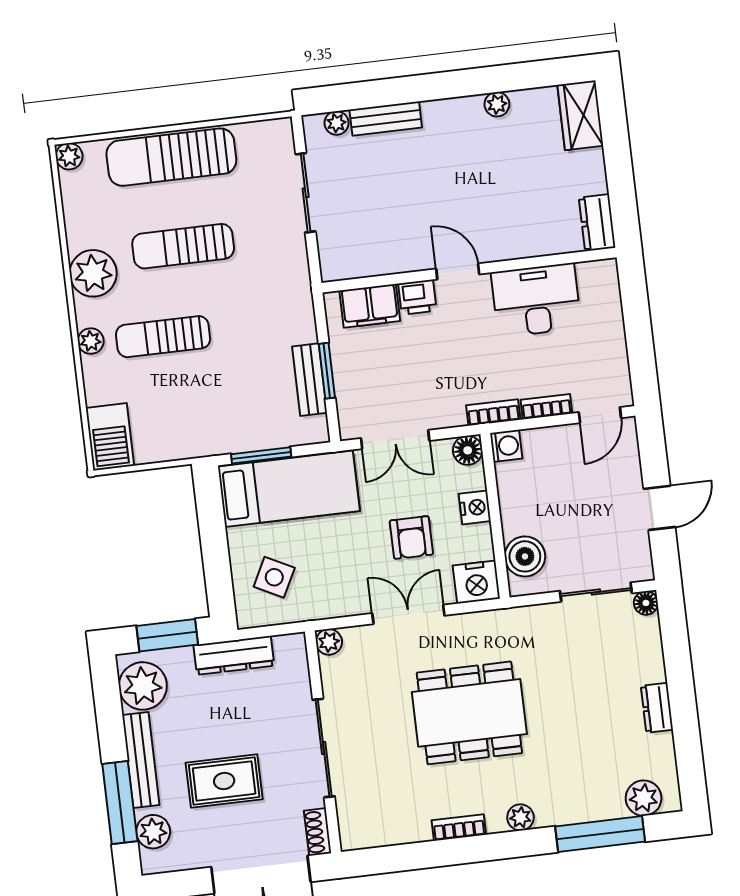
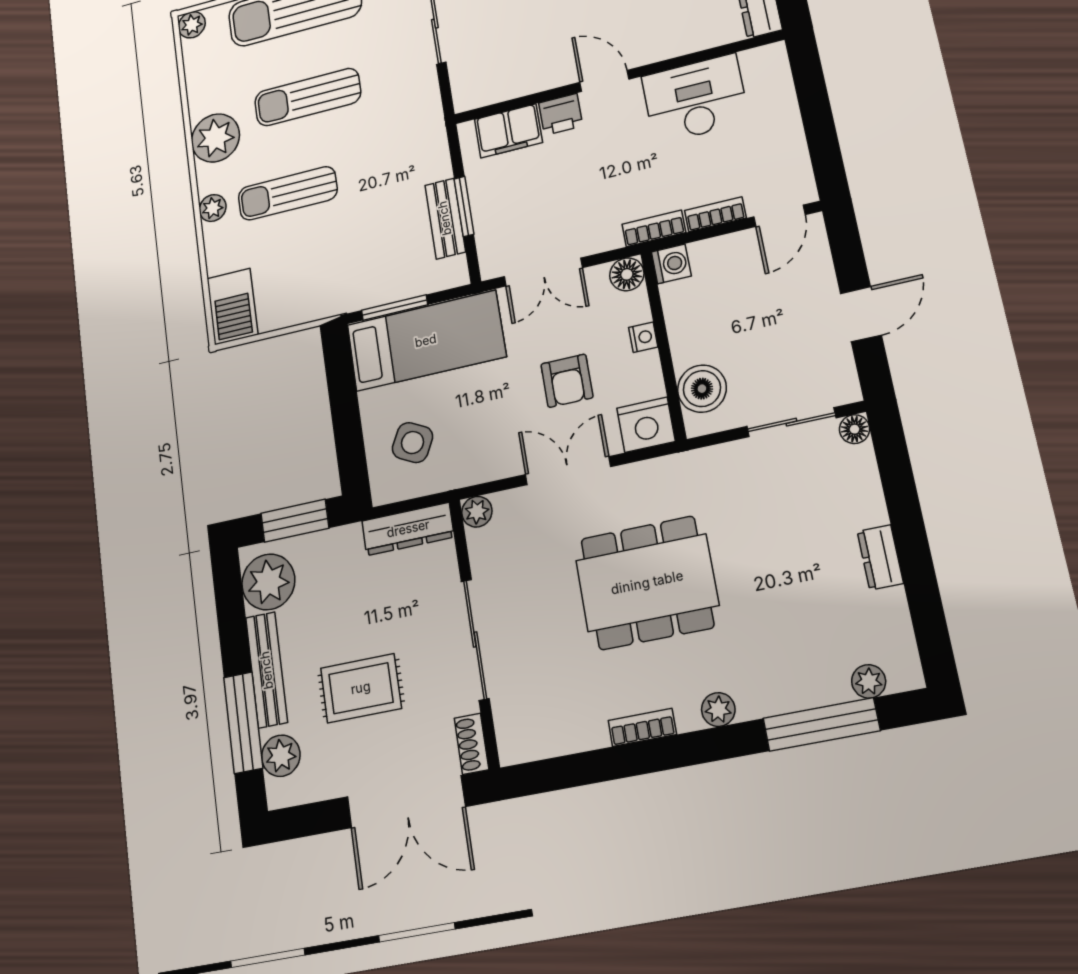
nightstand: (475, 507) -> (643, 337), width x0.72, depth x0.74
dresser: (234, 655) -> (408, 529), moved
plant: (644, 798) -> (869, 681), width x0.73, depth x0.73

